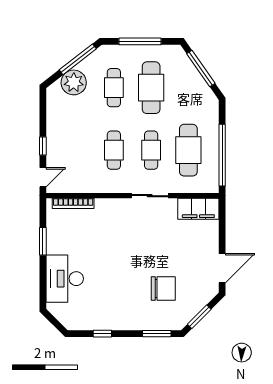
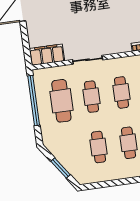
window: (140, 41) -> (113, 183), removed
window: (201, 68) -> (60, 168), width x0.69
cafe table: (151, 88) -> (98, 147), width x0.73, depth x0.74

